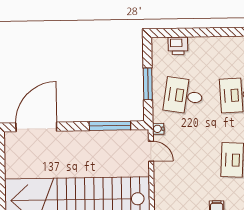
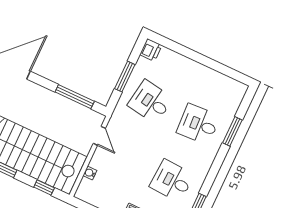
printer: (178, 46) -> (151, 50), moved, turned -90
water cooler: (158, 129) -> (90, 173), moved

